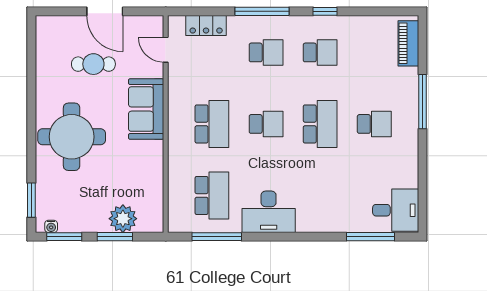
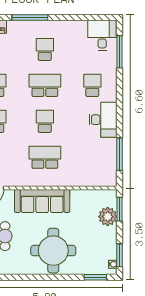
sofa: (146, 109) -> (42, 201), width x1.36
school desk: (212, 195) -> (92, 85), moved, width x0.54
window: (115, 237) -> (120, 209), moved

